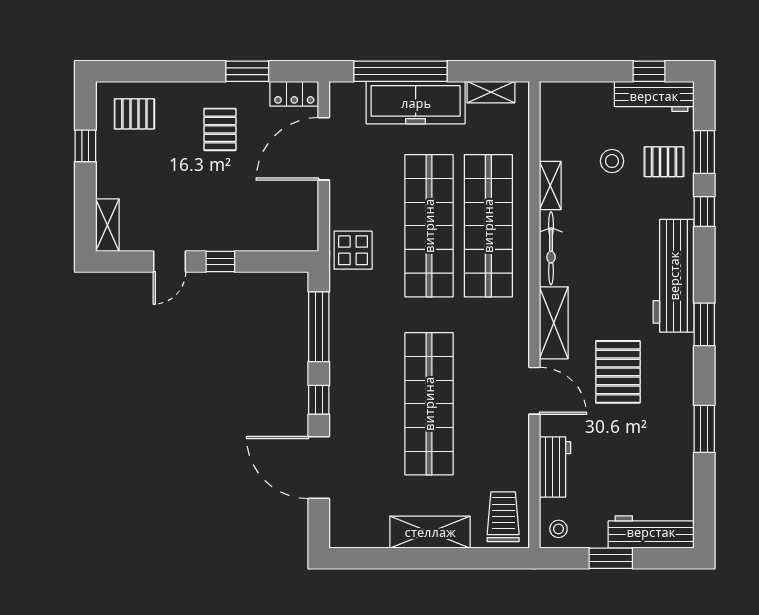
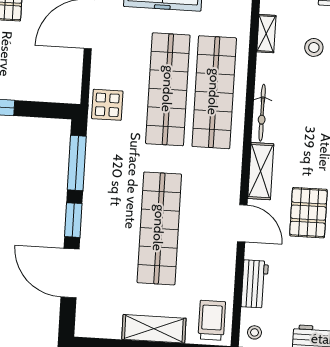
shelving: (550, 186) -> (266, 34), moved
window: (319, 400) -> (73, 220), width x1.50

